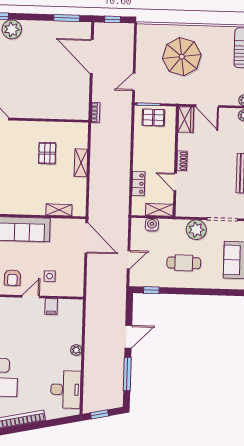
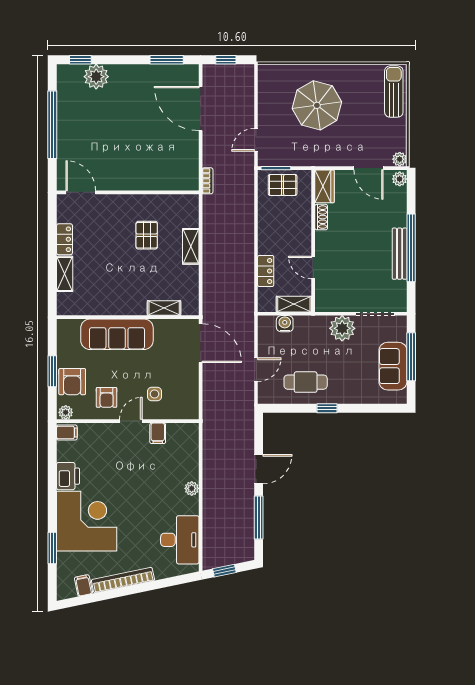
door: (207, 106) -> (368, 168), moved
shoe rack: (182, 161) -> (321, 217), moved
cafe table: (184, 263) -> (306, 382), moved
window: (151, 290) -> (327, 408), moved

